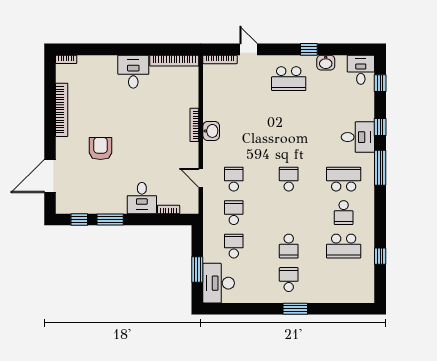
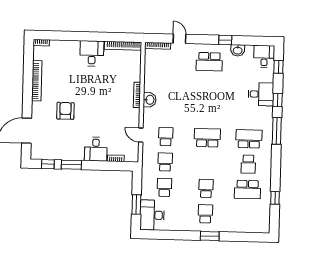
desk: (358, 137) -> (261, 94), moved
school desk: (289, 179) -> (207, 138), width x1.85
school desk: (289, 246) -> (206, 188), turned 180

